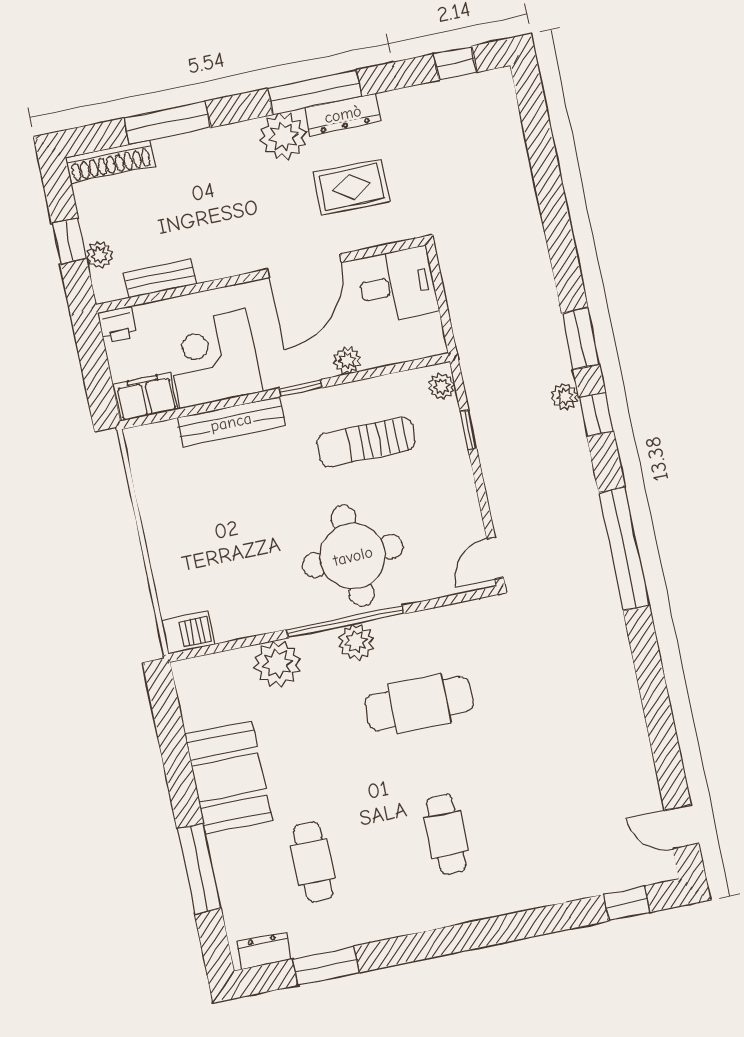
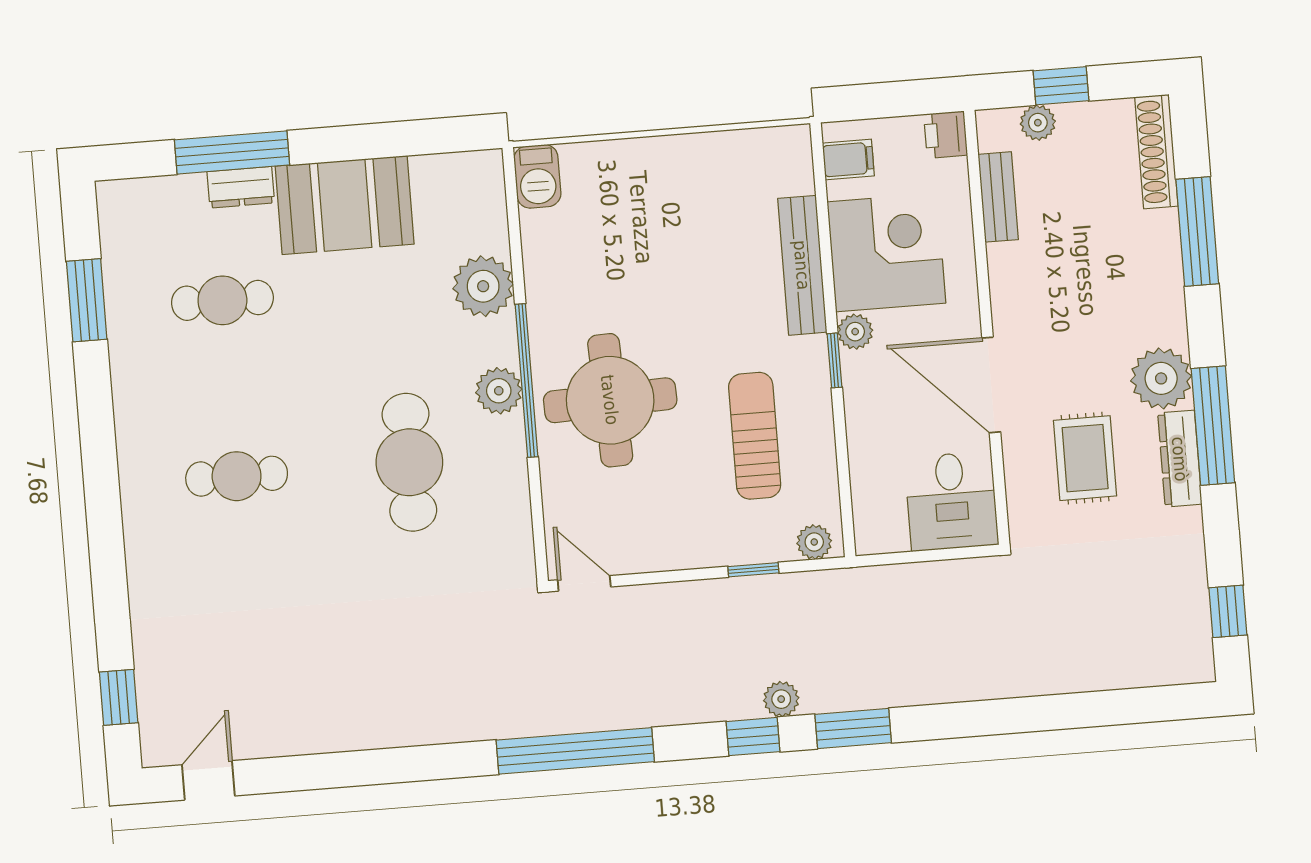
plant: (347, 360) -> (855, 332), moved
filing cabinet: (146, 397) -> (848, 159), width x0.50
dresser: (264, 951) -> (241, 187), moved, turned 90

